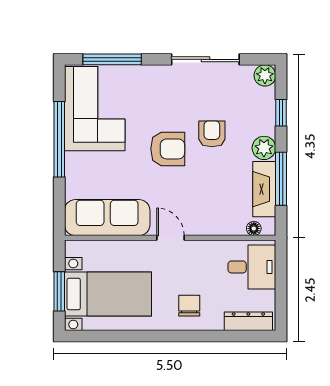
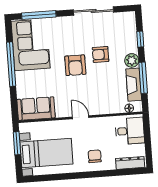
plant: (265, 75) -> (129, 18), removed
armchair: (212, 134) -> (101, 54), turned -90
armchair: (168, 149) -> (75, 65), turned 90
sofa: (107, 218) -> (36, 109), width x0.73
window: (59, 291) -> (17, 143), moved

